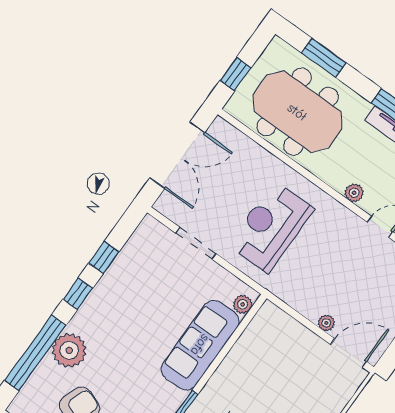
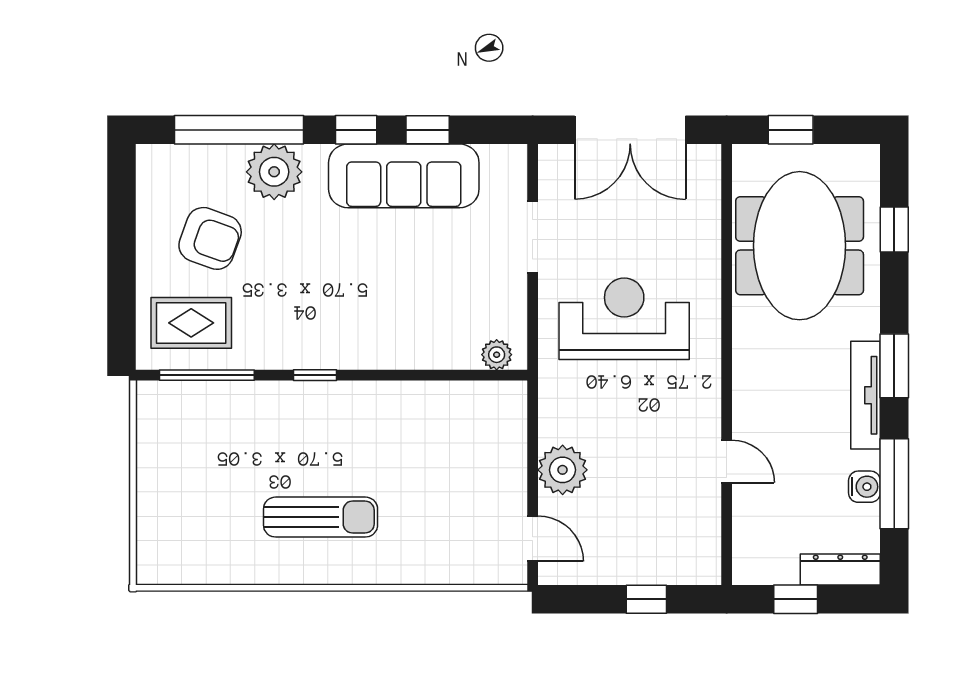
window: (324, 58) -> (894, 229), width x0.67
plant: (354, 193) -> (747, 396), removed
plant: (326, 323) -> (563, 470), width x1.87, depth x1.87
sofa: (200, 345) -> (404, 176), moved, turned 180
door: (349, 353) -> (533, 539), width x0.73

